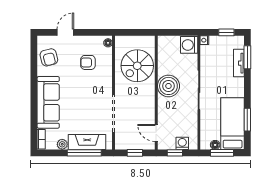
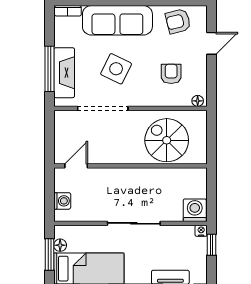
door: (65, 32) -> (212, 43), hinge flipped
window: (226, 32) -> (212, 245), moved
boiler: (168, 86) -> (140, 182), removed
side table: (84, 103) -> (116, 69), added
plant: (62, 144) -> (61, 39), removed
window: (135, 153) -> (49, 137), removed
window: (175, 153) -> (49, 191), removed

